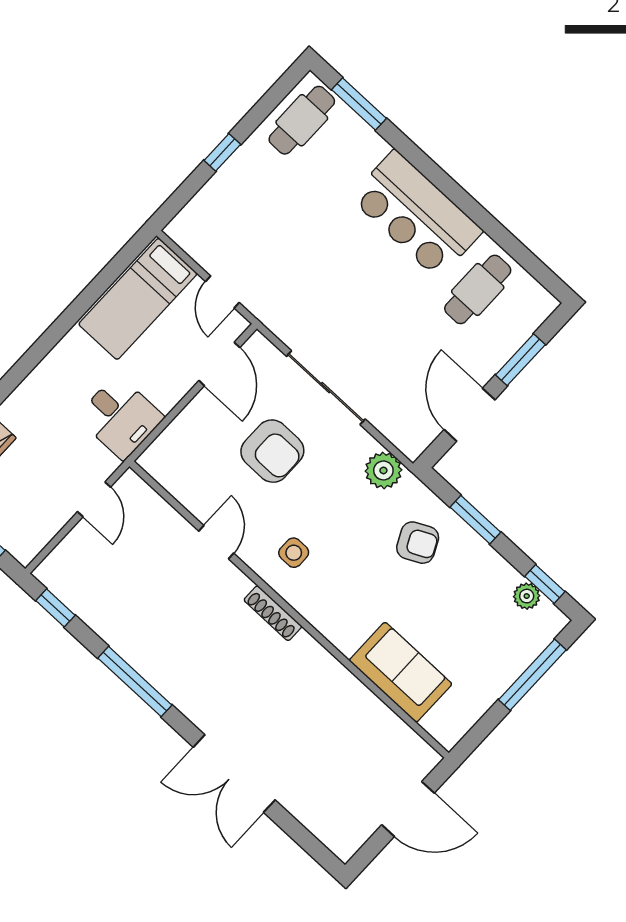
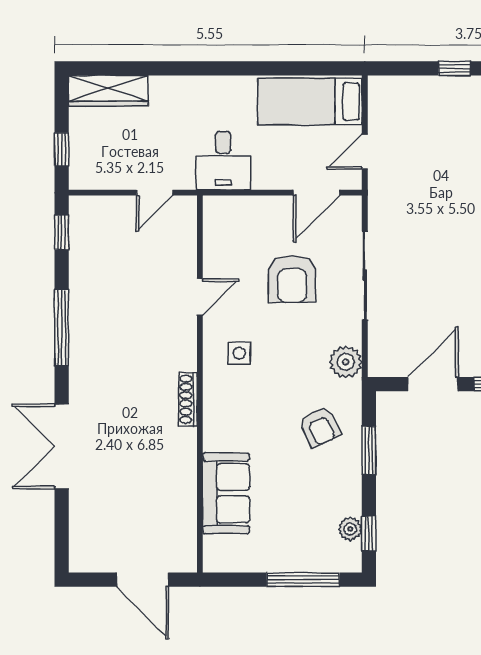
shoe rack: (273, 613) -> (188, 399), moved

